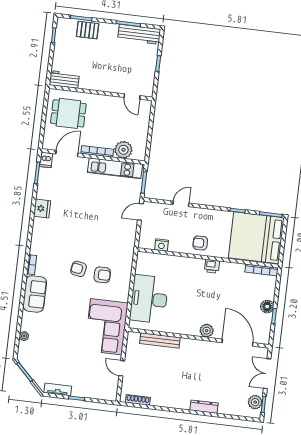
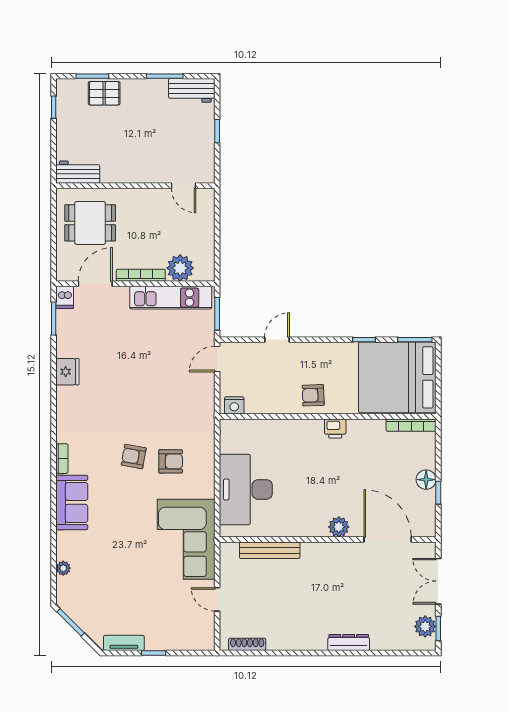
workbench: (139, 34) -> (192, 90), width x0.73
nightstand: (162, 245) -> (234, 405), moved

